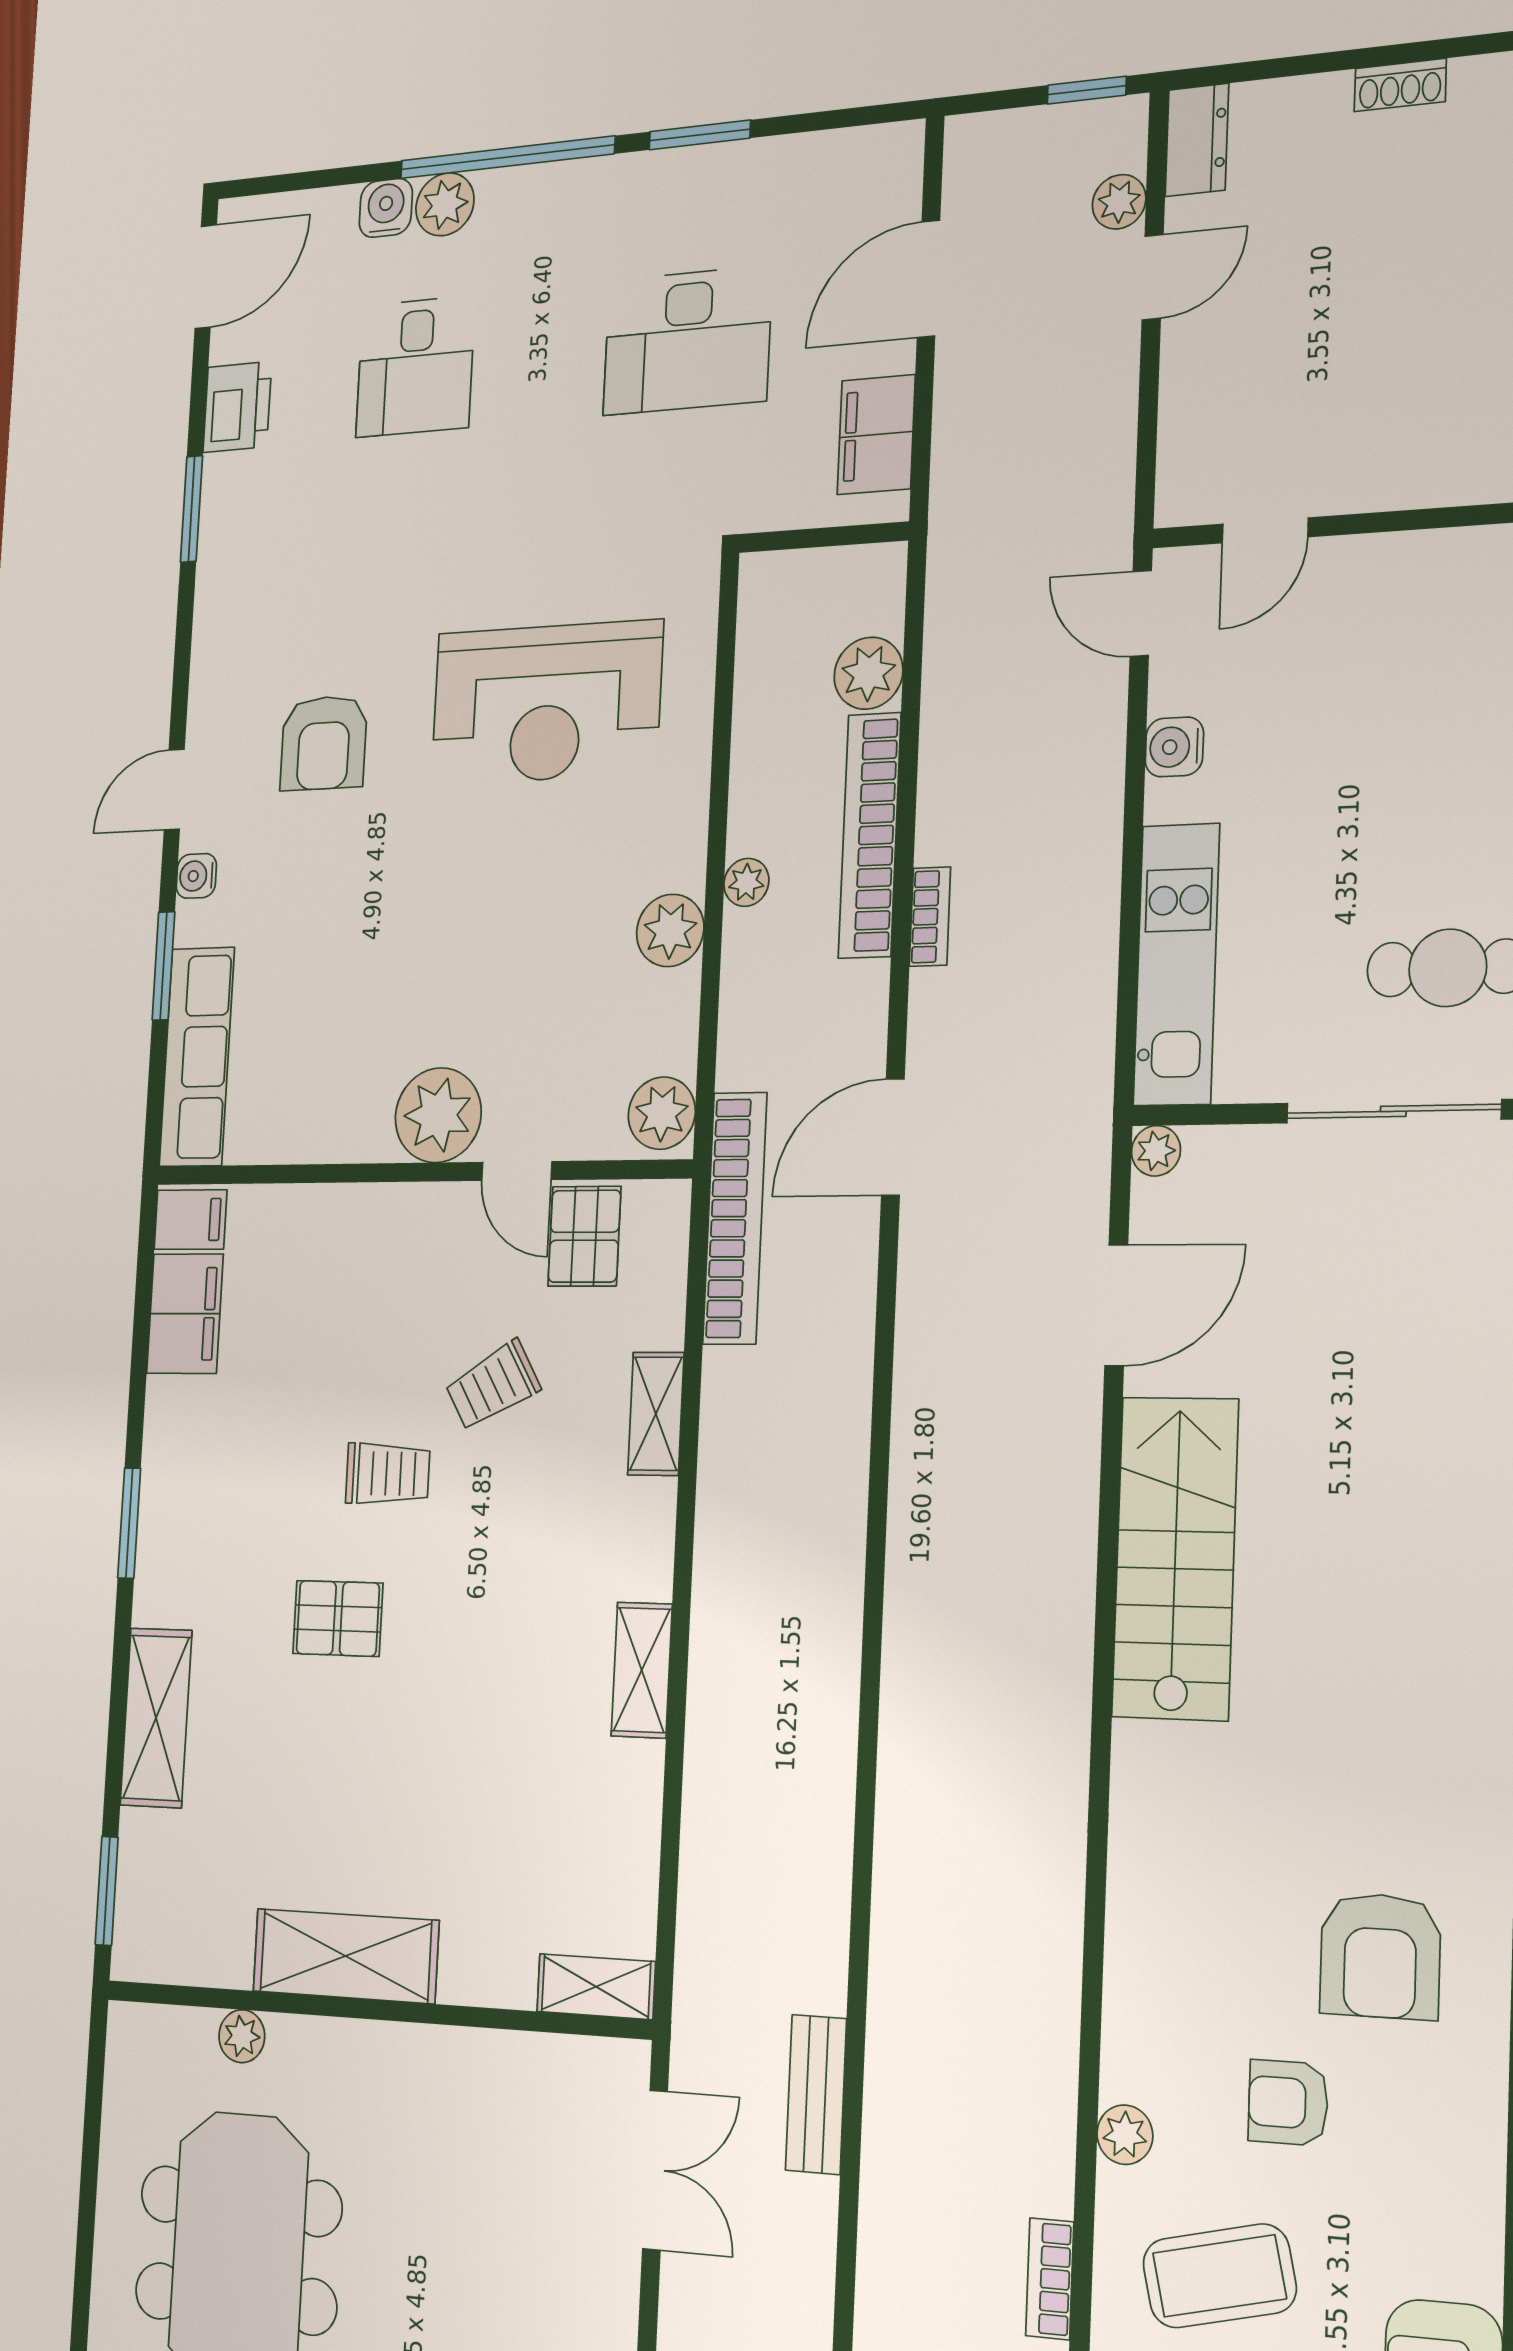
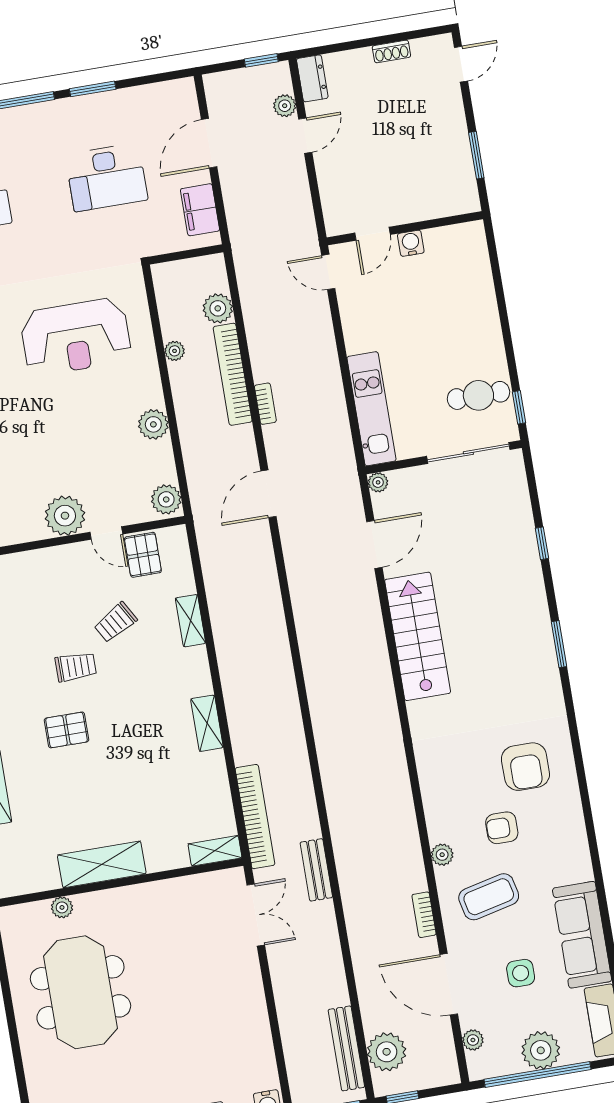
water cooler: (1174, 747) -> (411, 243), moved, turned 90
plant: (746, 882) -> (175, 351), moved
bookcase: (735, 1218) -> (255, 817), moved

